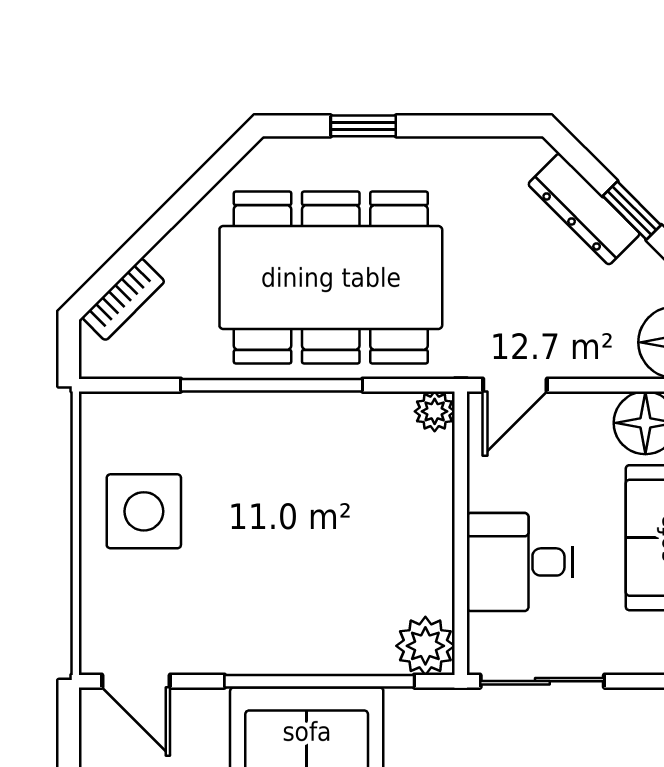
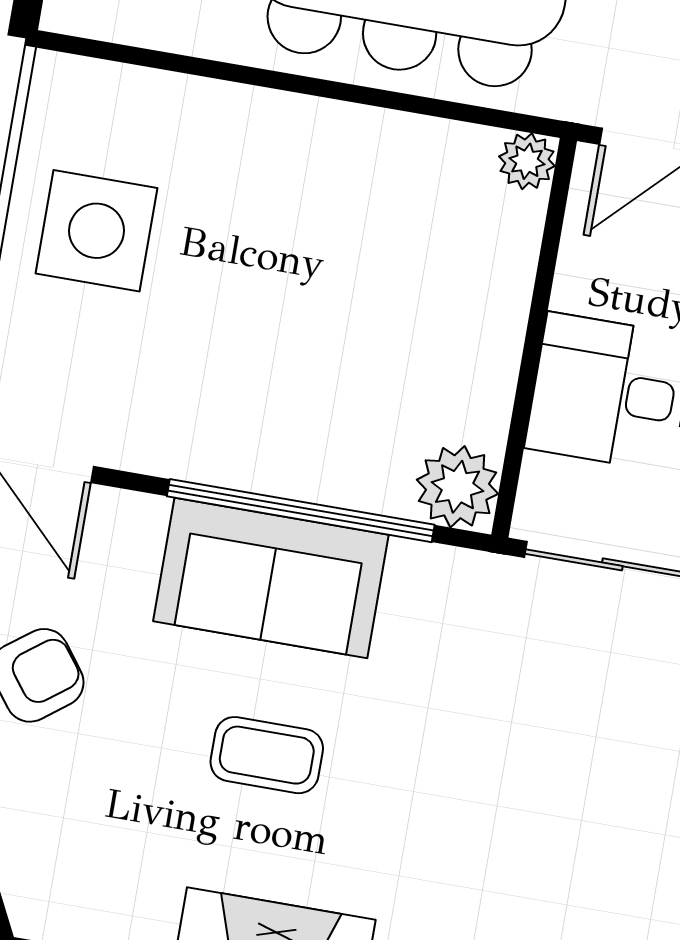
window: (272, 385) -> (305, 85), removed

